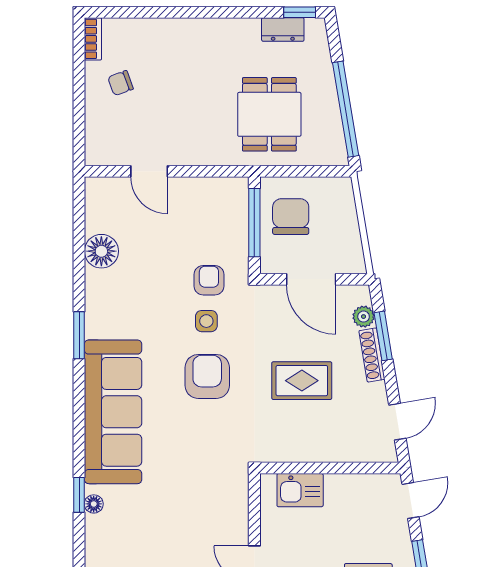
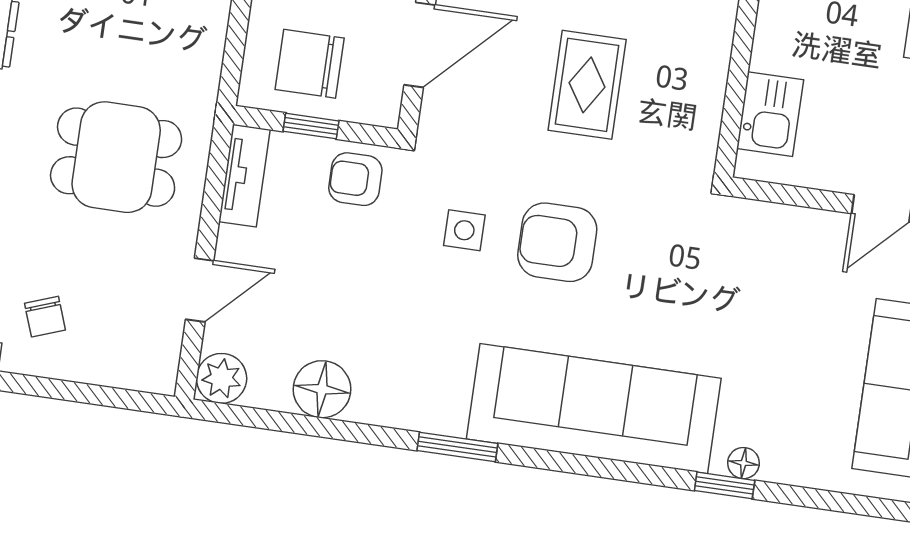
dining table: (269, 114) -> (116, 157), moved
tv unit: (220, 188) -> (244, 176), added
plant: (99, 192) -> (222, 378), added
window: (254, 223) -> (311, 126), width x0.46
armchair: (209, 280) -> (355, 179), moved

